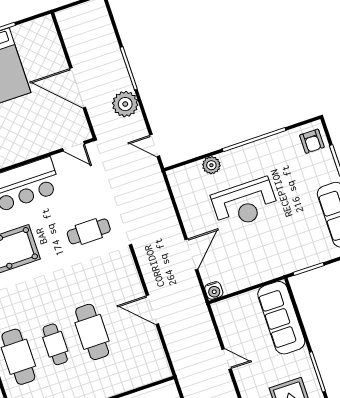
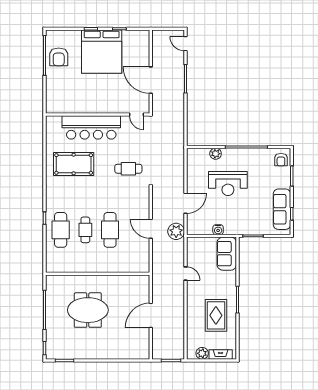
plant: (125, 104) -> (176, 231), moved
door: (155, 146) -> (185, 44), moved
water cooler: (214, 291) -> (218, 230), moved
sofa: (281, 318) -> (227, 254), width x0.73

